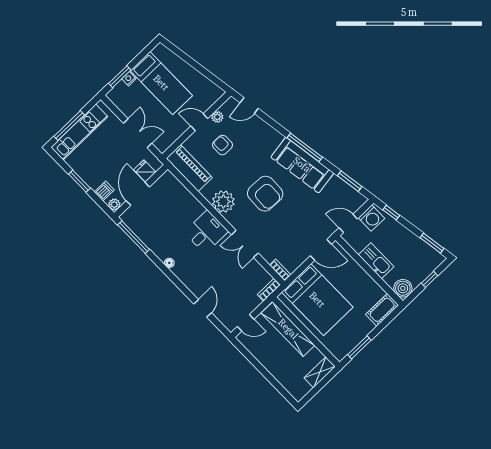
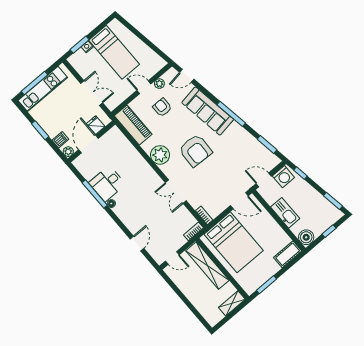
sofa: (302, 165) -> (208, 111), moved
desk: (206, 232) -> (107, 183), moved, turned 180
window: (134, 237) -> (95, 194), moved

